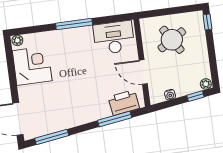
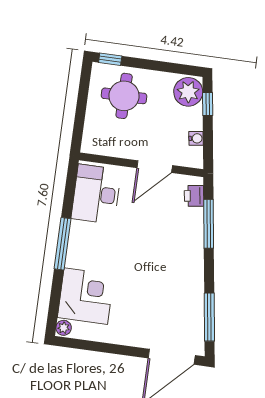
round table: (172, 40) -> (124, 96), moved, turned 32
corner desk: (32, 66) -> (86, 296), moved, turned 90
plant: (206, 84) -> (188, 92), width x1.87, depth x1.87
printer: (124, 103) -> (194, 196), width x0.53, depth x0.68

